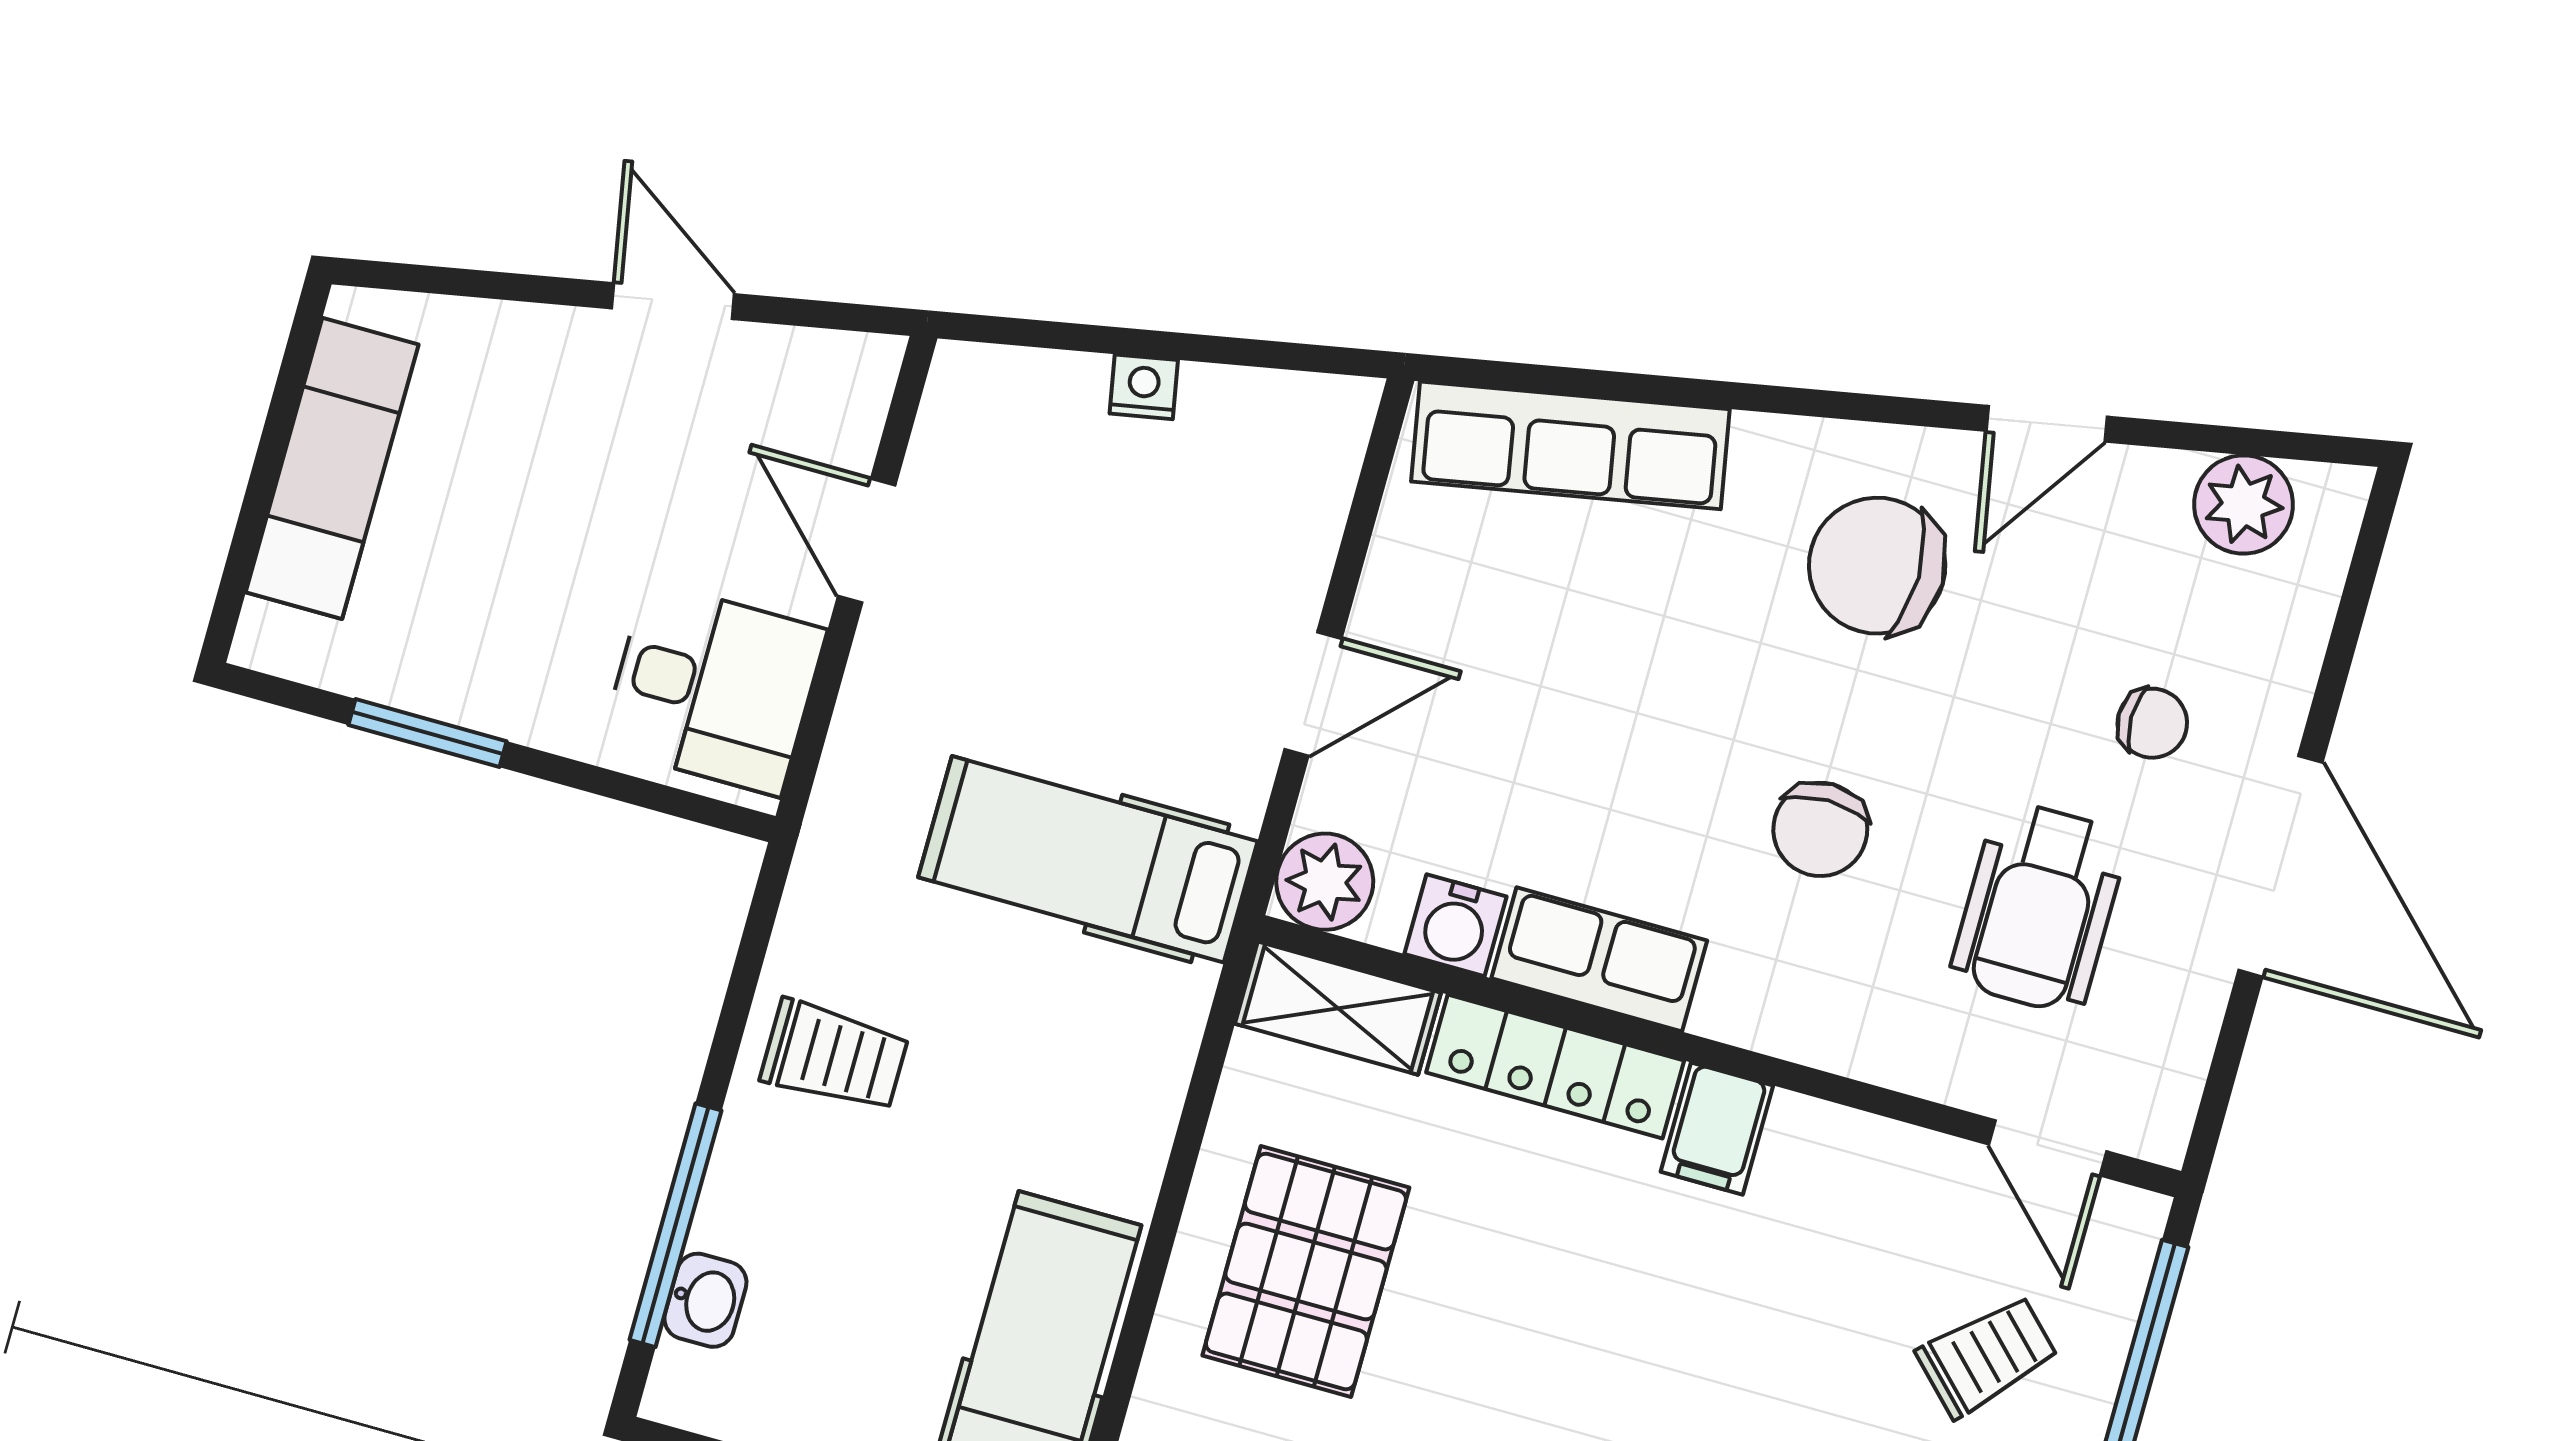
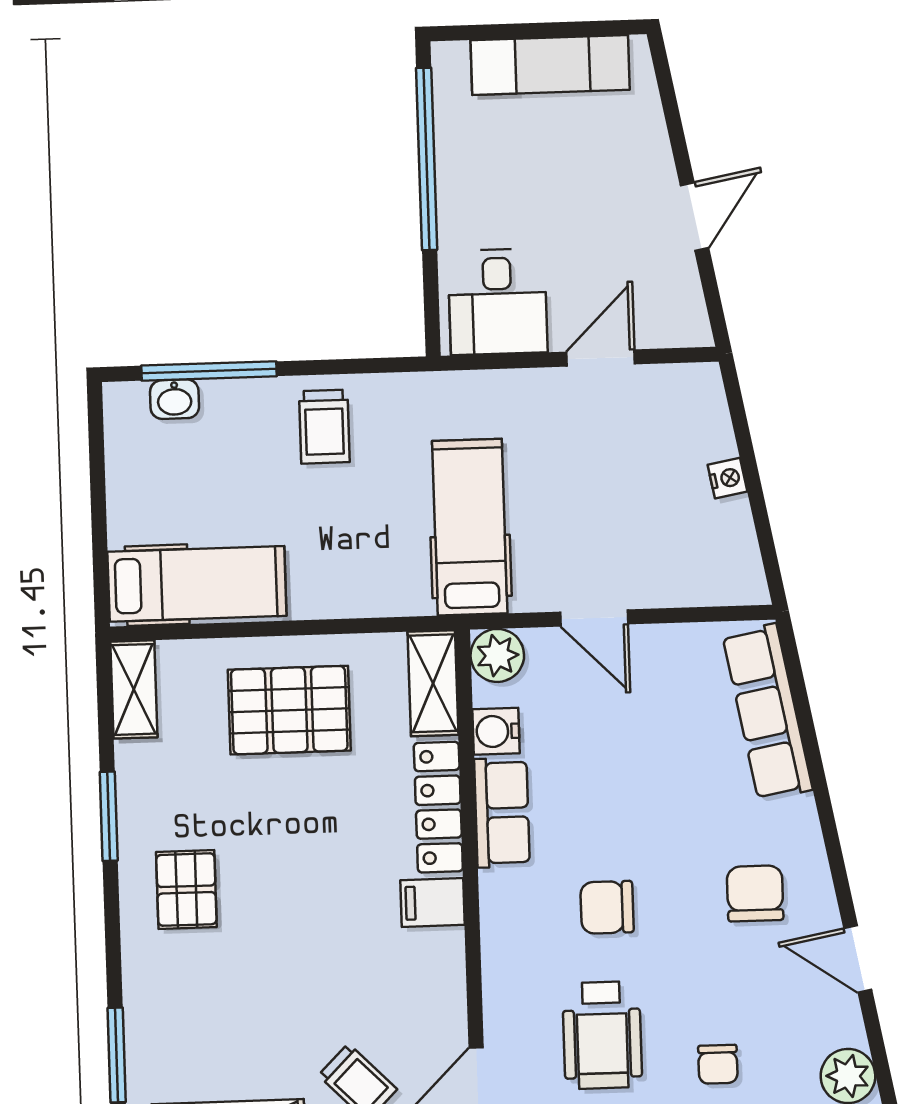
chair: (1877, 566) -> (755, 893), width x0.73, depth x0.73
window: (427, 733) -> (427, 159), width x2.11
wheelchair: (2039, 907) -> (602, 1035), turned -90

